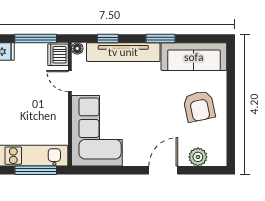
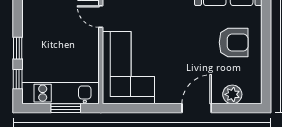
armchair: (199, 106) -> (234, 42), turned -78
window: (36, 170) -> (66, 108), width x0.69

